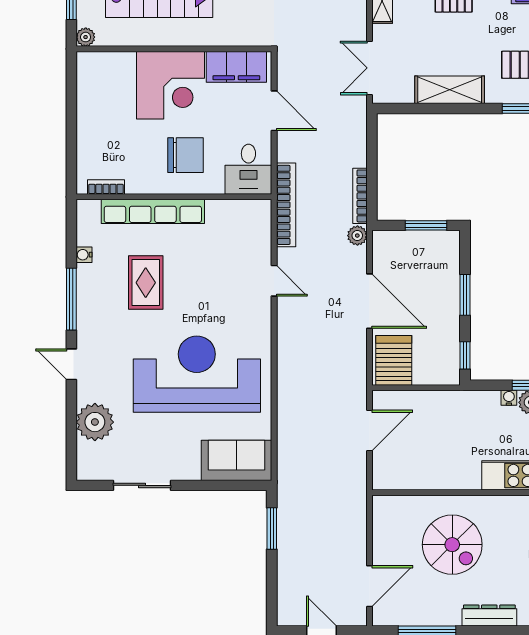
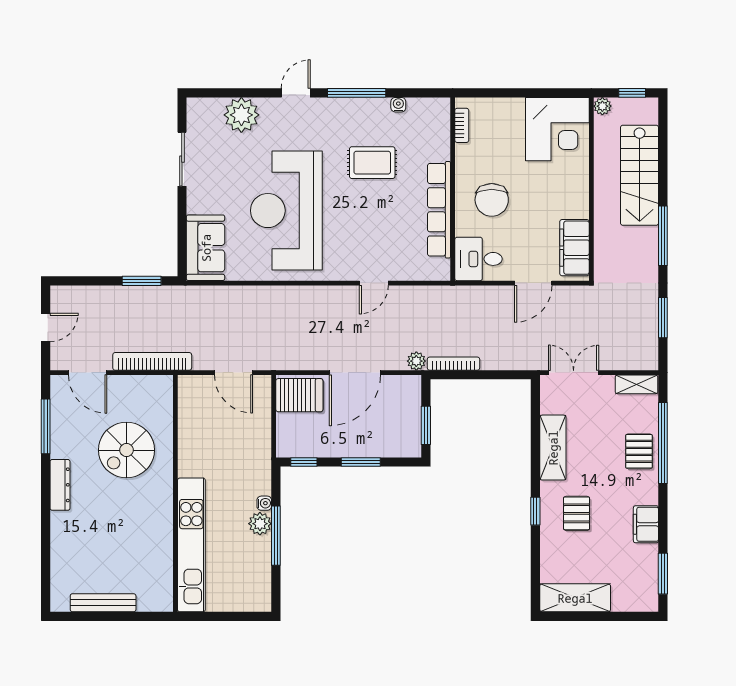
corner desk: (170, 85) -> (557, 129), moved, turned -90
bookcase: (286, 205) -> (152, 361), moved, turned 180
row of seats: (153, 211) -> (439, 210), moved
reception desk: (197, 374) -> (286, 211), turned 180

